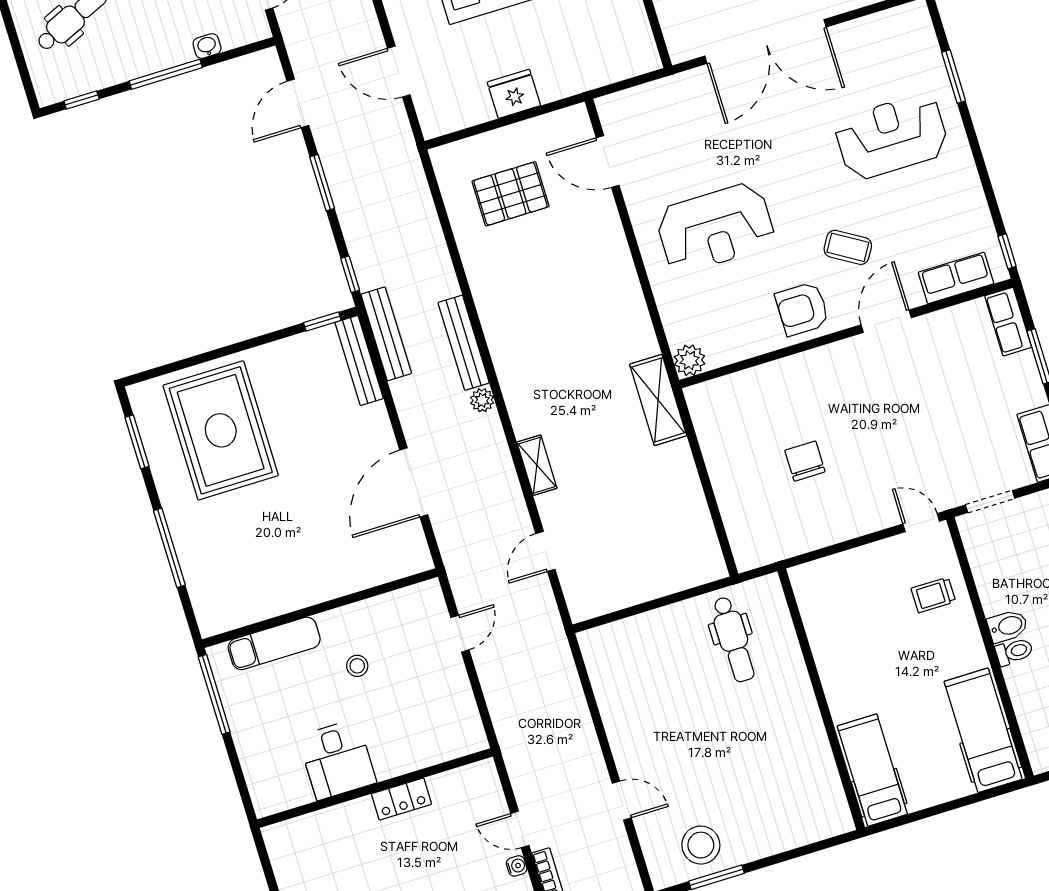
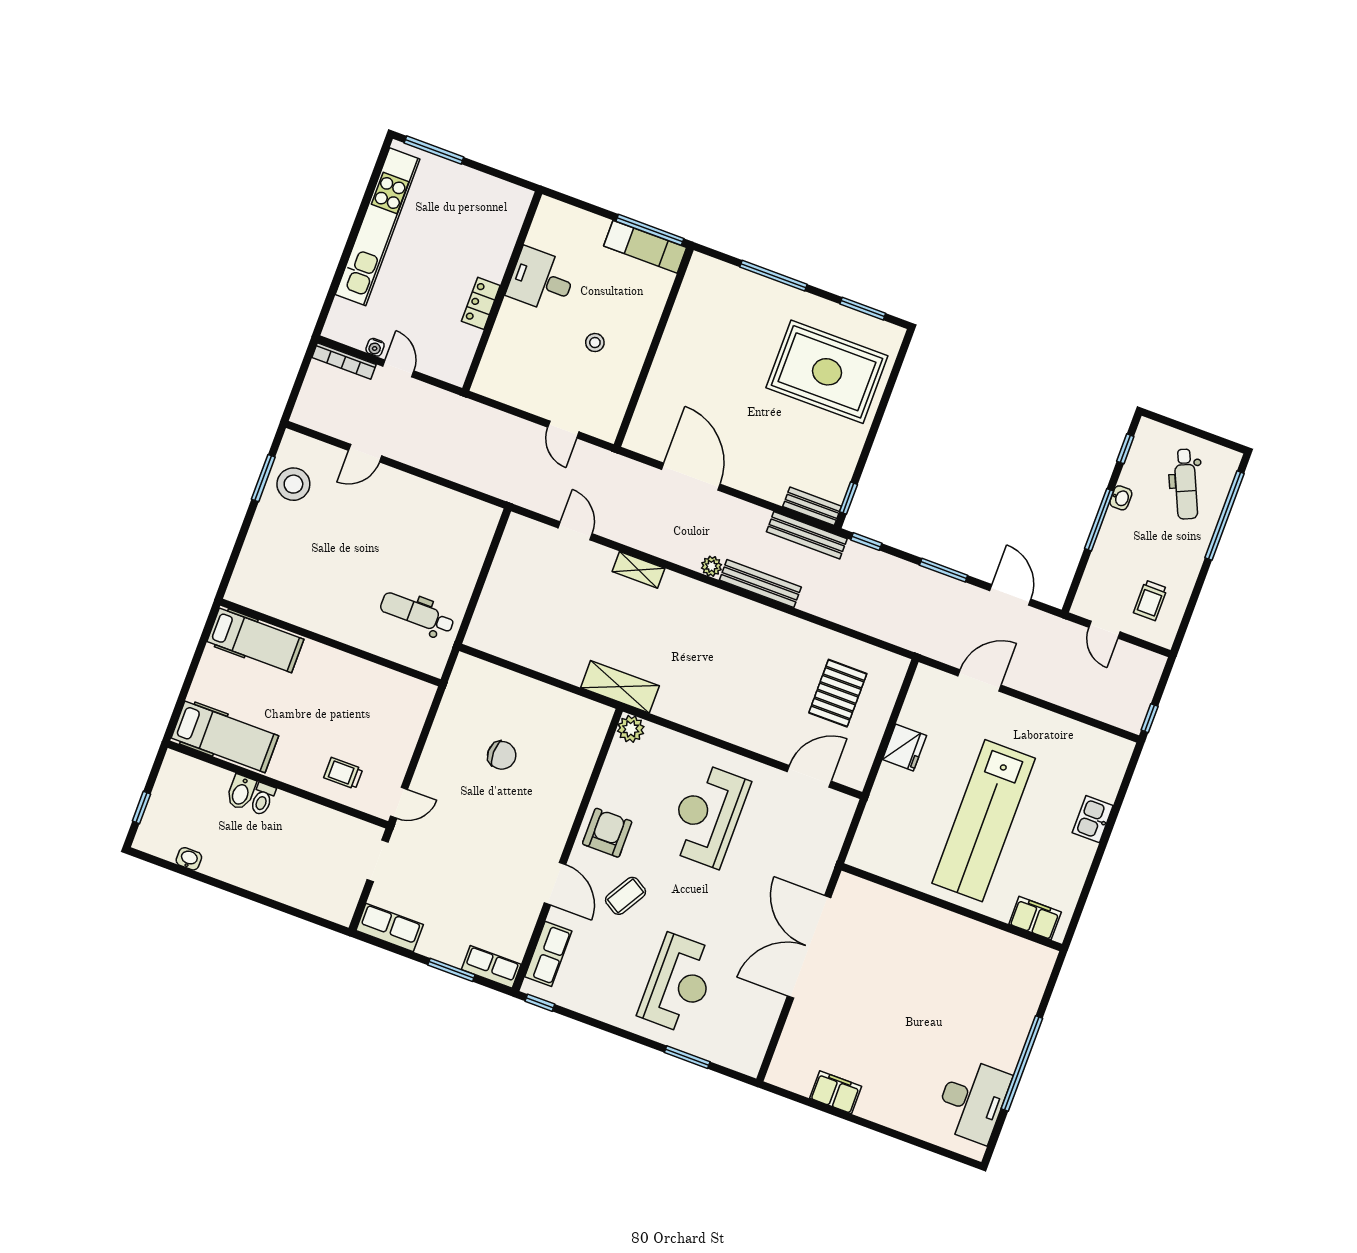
washbasin: (207, 46) -> (1121, 498), moved
bench: (359, 360) -> (812, 506), width x0.73
trolley: (933, 595) -> (343, 773), turned -90
bidet: (1008, 626) -> (241, 792), moved
exam couch: (274, 643) -> (645, 247), moved, turned -90
door: (520, 829) -> (398, 369), hinge flipped

